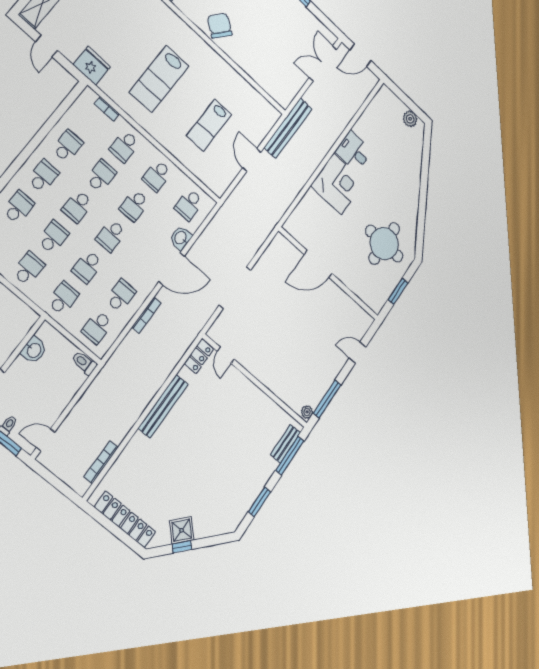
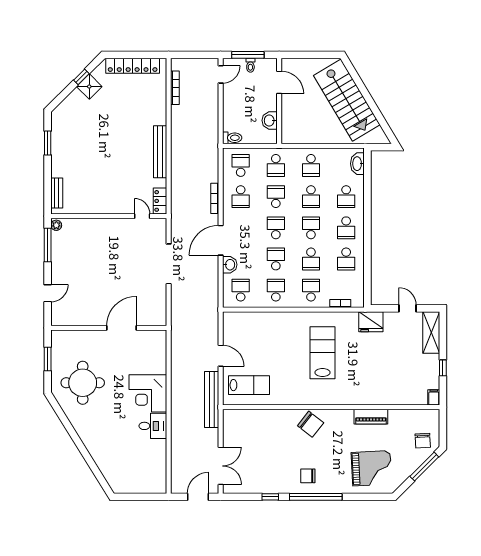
plant: (410, 119) -> (128, 487), removed
lab bench: (209, 125) -> (249, 385), moved, turned 90
window: (290, 456) -> (48, 188), removed

